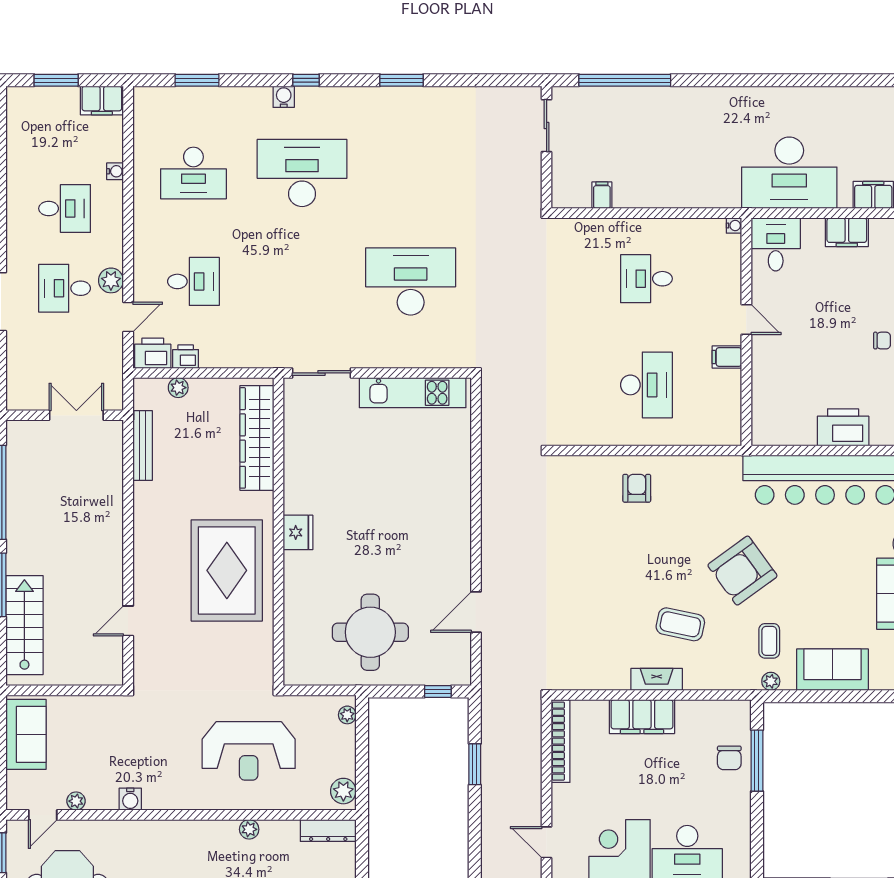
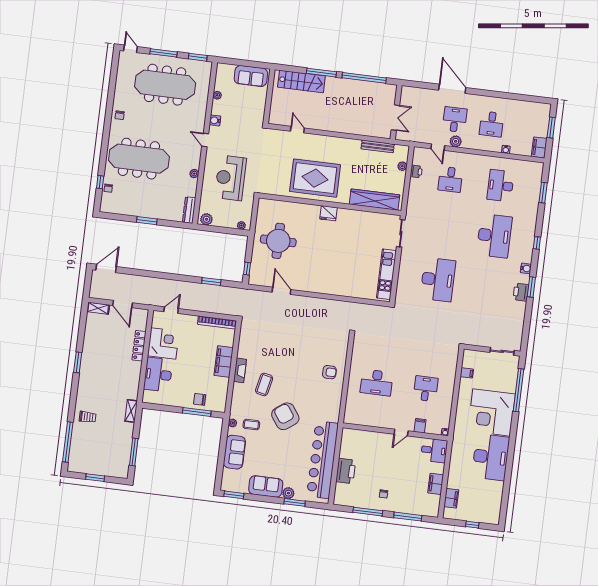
water cooler: (284, 97) -> (526, 268), moved
corner desk: (680, 132) -> (491, 412), added
desk: (789, 173) -> (491, 457), moved, turned 180
printer: (153, 353) -> (521, 292), moved, turned 180
filing cabinet: (727, 357) -> (420, 426), moved
door: (43, 815) -> (205, 140), moved

